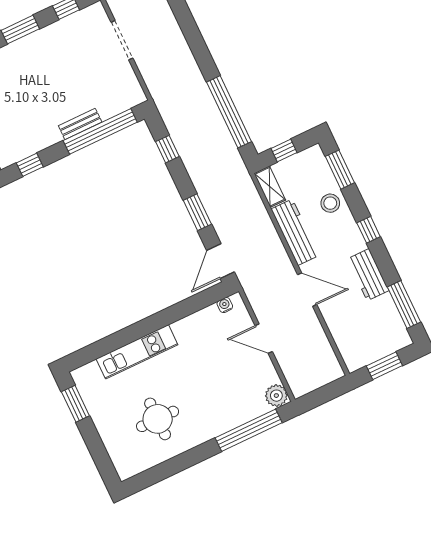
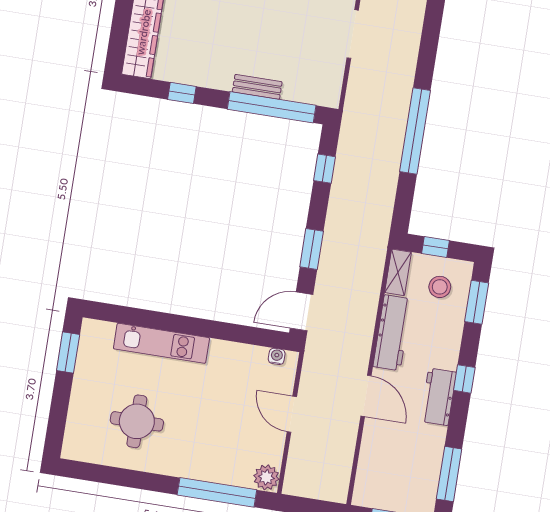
window: (229, 112) -> (415, 131), moved
stool: (330, 203) -> (440, 287), moved
workbench: (368, 275) -> (438, 397), moved

